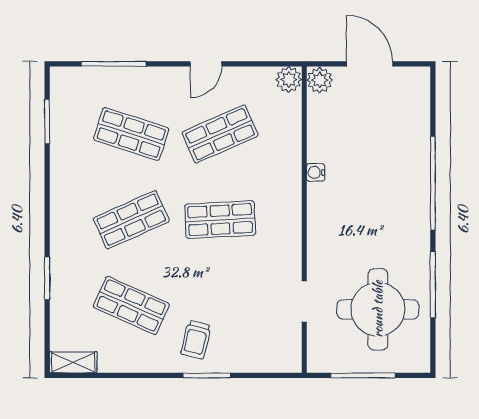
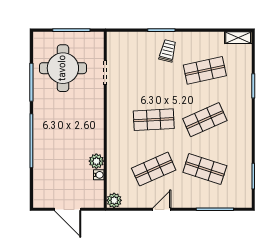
plant: (320, 80) -> (96, 161), moved
water cooler: (316, 172) -> (99, 175), moved
shop shelf: (131, 305) -> (205, 70), turned -36

